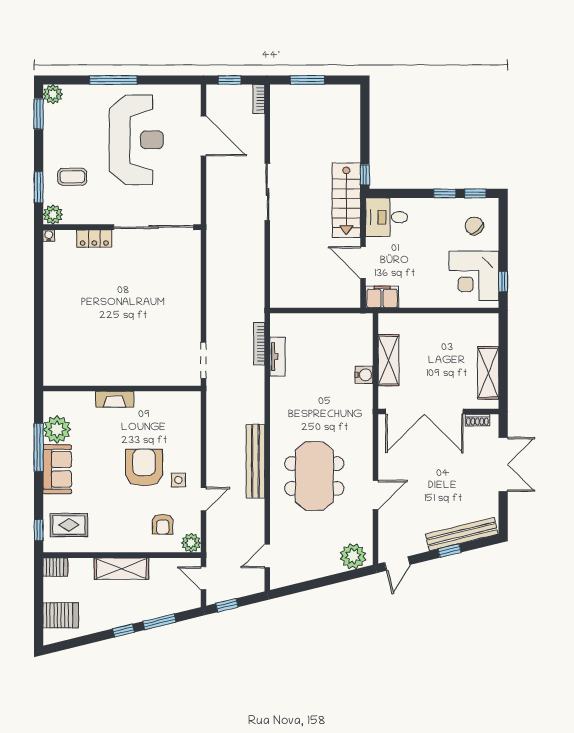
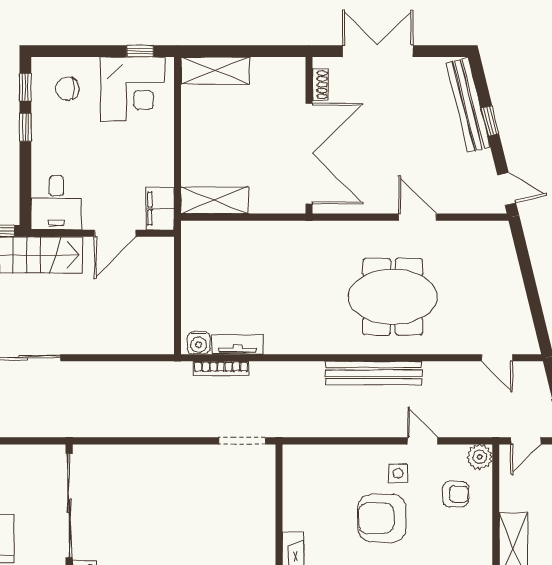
chair: (474, 226) -> (67, 89), turned 42
shelving: (388, 360) -> (214, 200), moved
shelving: (488, 373) -> (215, 71), moved
water cooler: (364, 375) -> (199, 343), moved, turned 180
plant: (353, 556) -> (497, 246), removed

